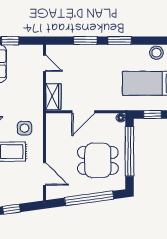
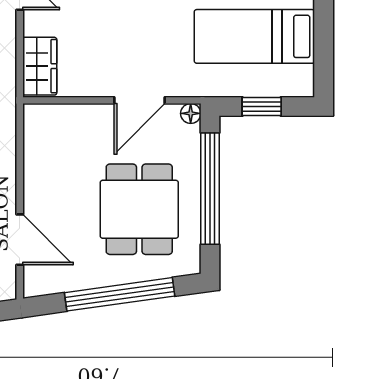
door: (83, 112) -> (139, 100), moved
dining table: (98, 160) -> (139, 209), turned 90

